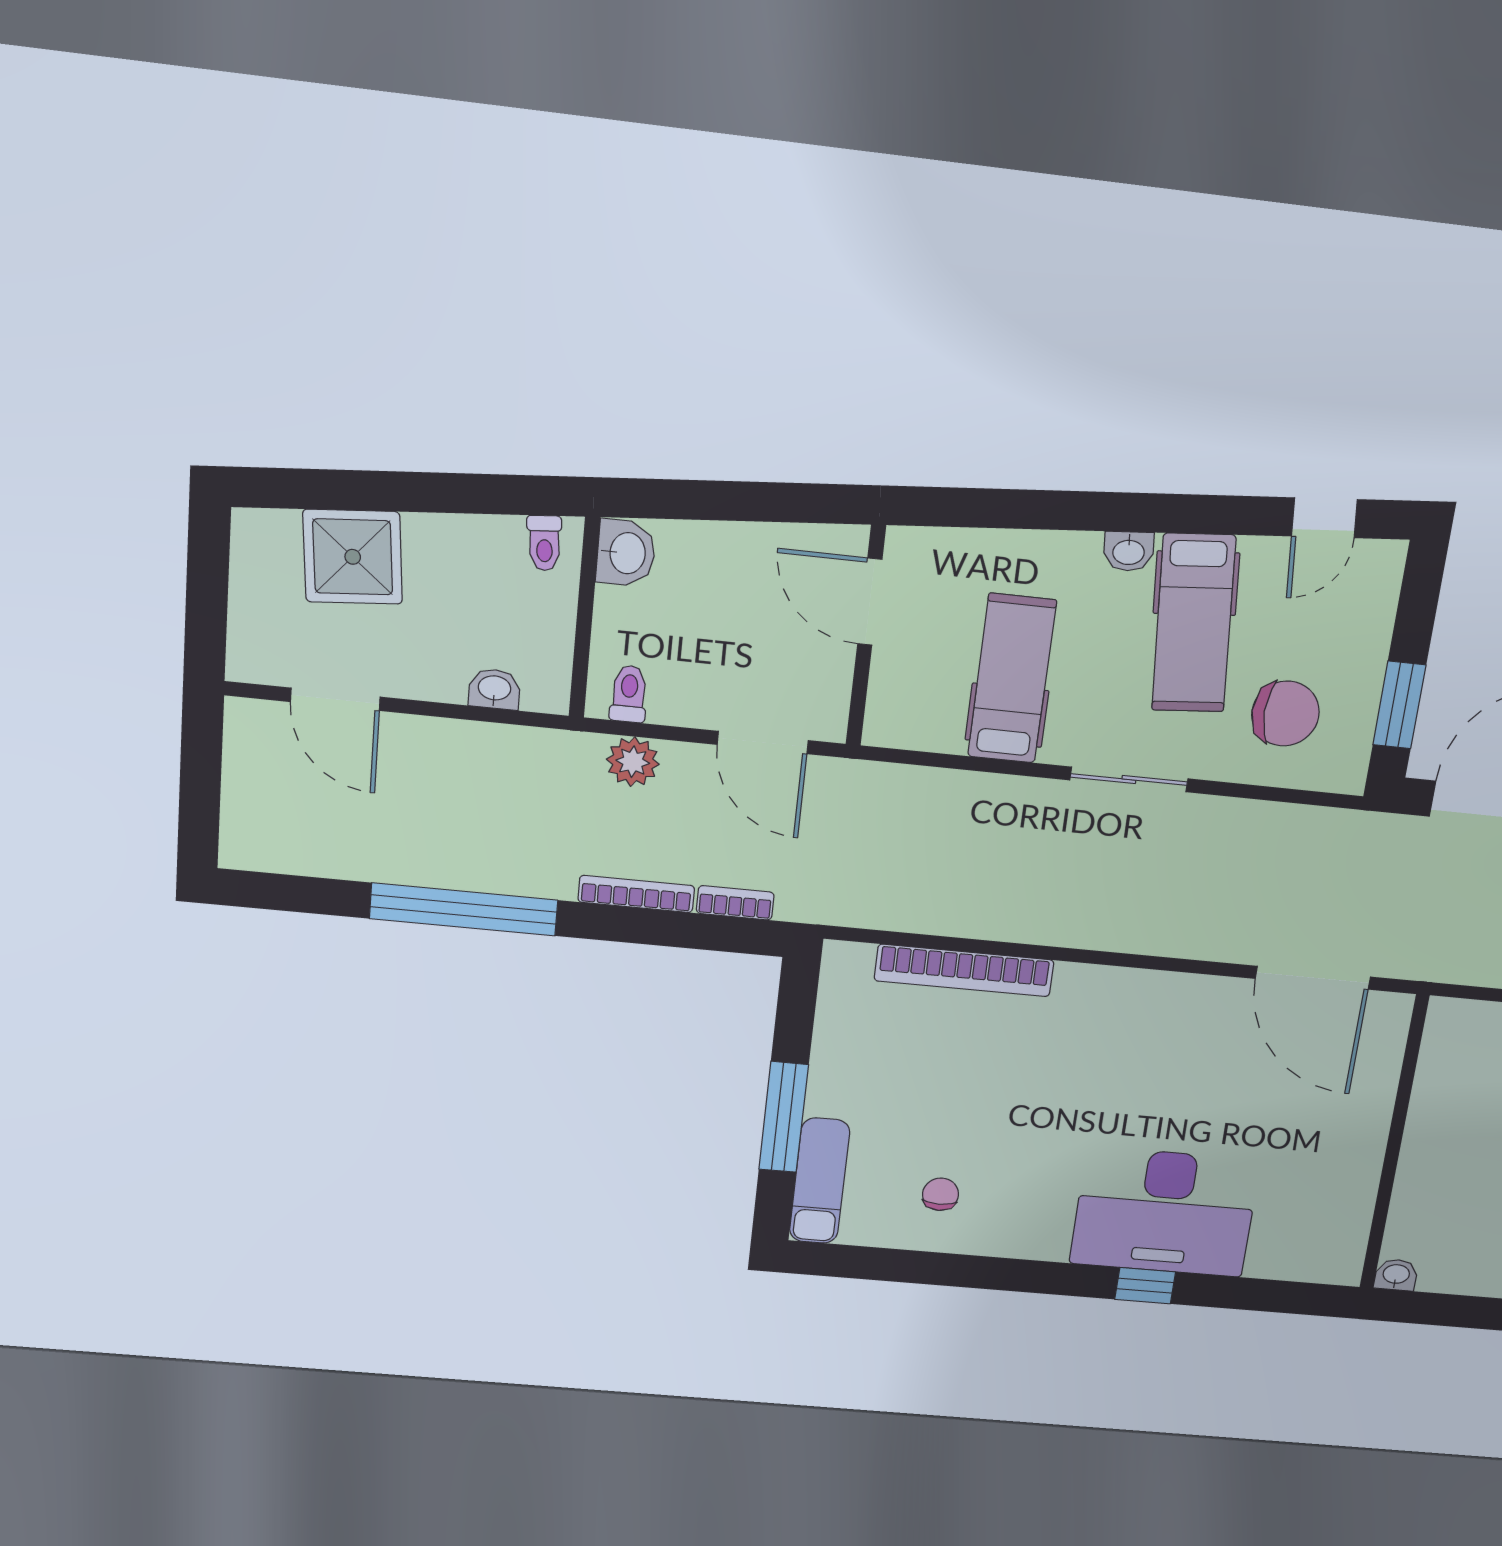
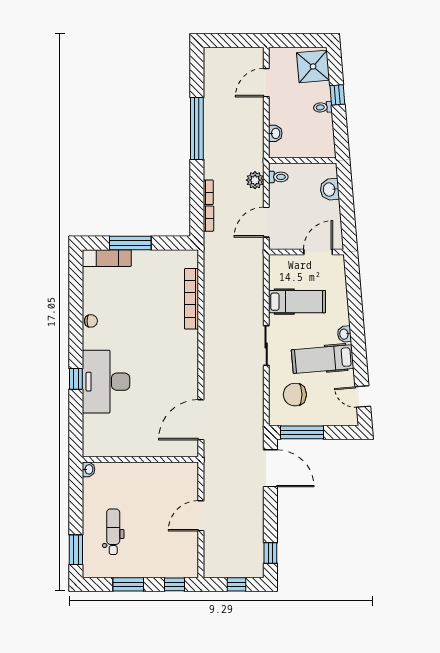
window: (386, 491) -> (337, 95), added
toilet: (544, 543) -> (323, 107), moved
washbasin: (626, 553) -> (330, 190), moved, turned 85
shower: (353, 557) -> (313, 66), moved
window: (1399, 705) -> (302, 432), width x1.44
chair: (1285, 714) -> (295, 395), turned 90
bookcase: (636, 894) -> (208, 192), width x0.64
chair: (940, 1194) -> (91, 321), moved

